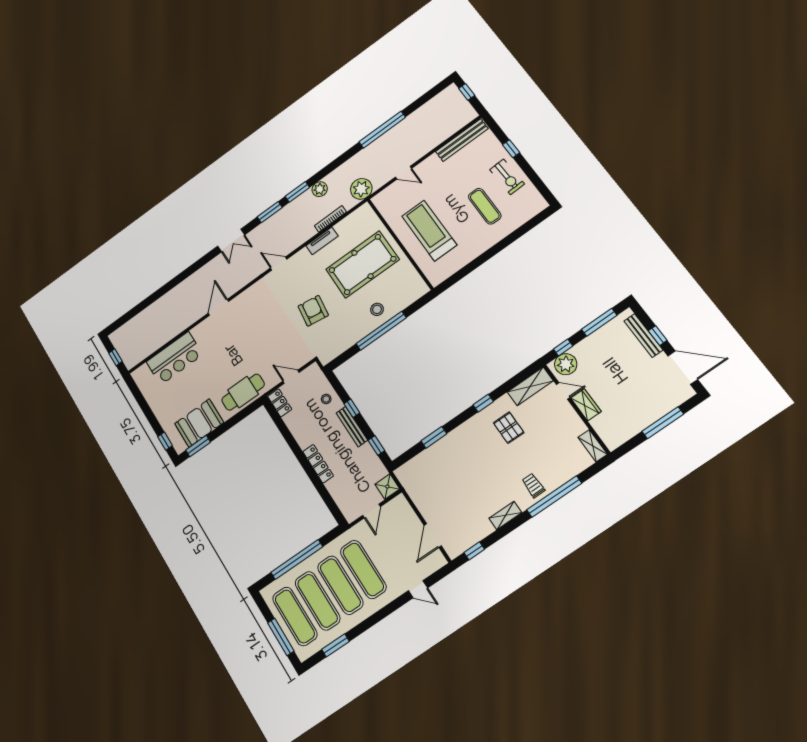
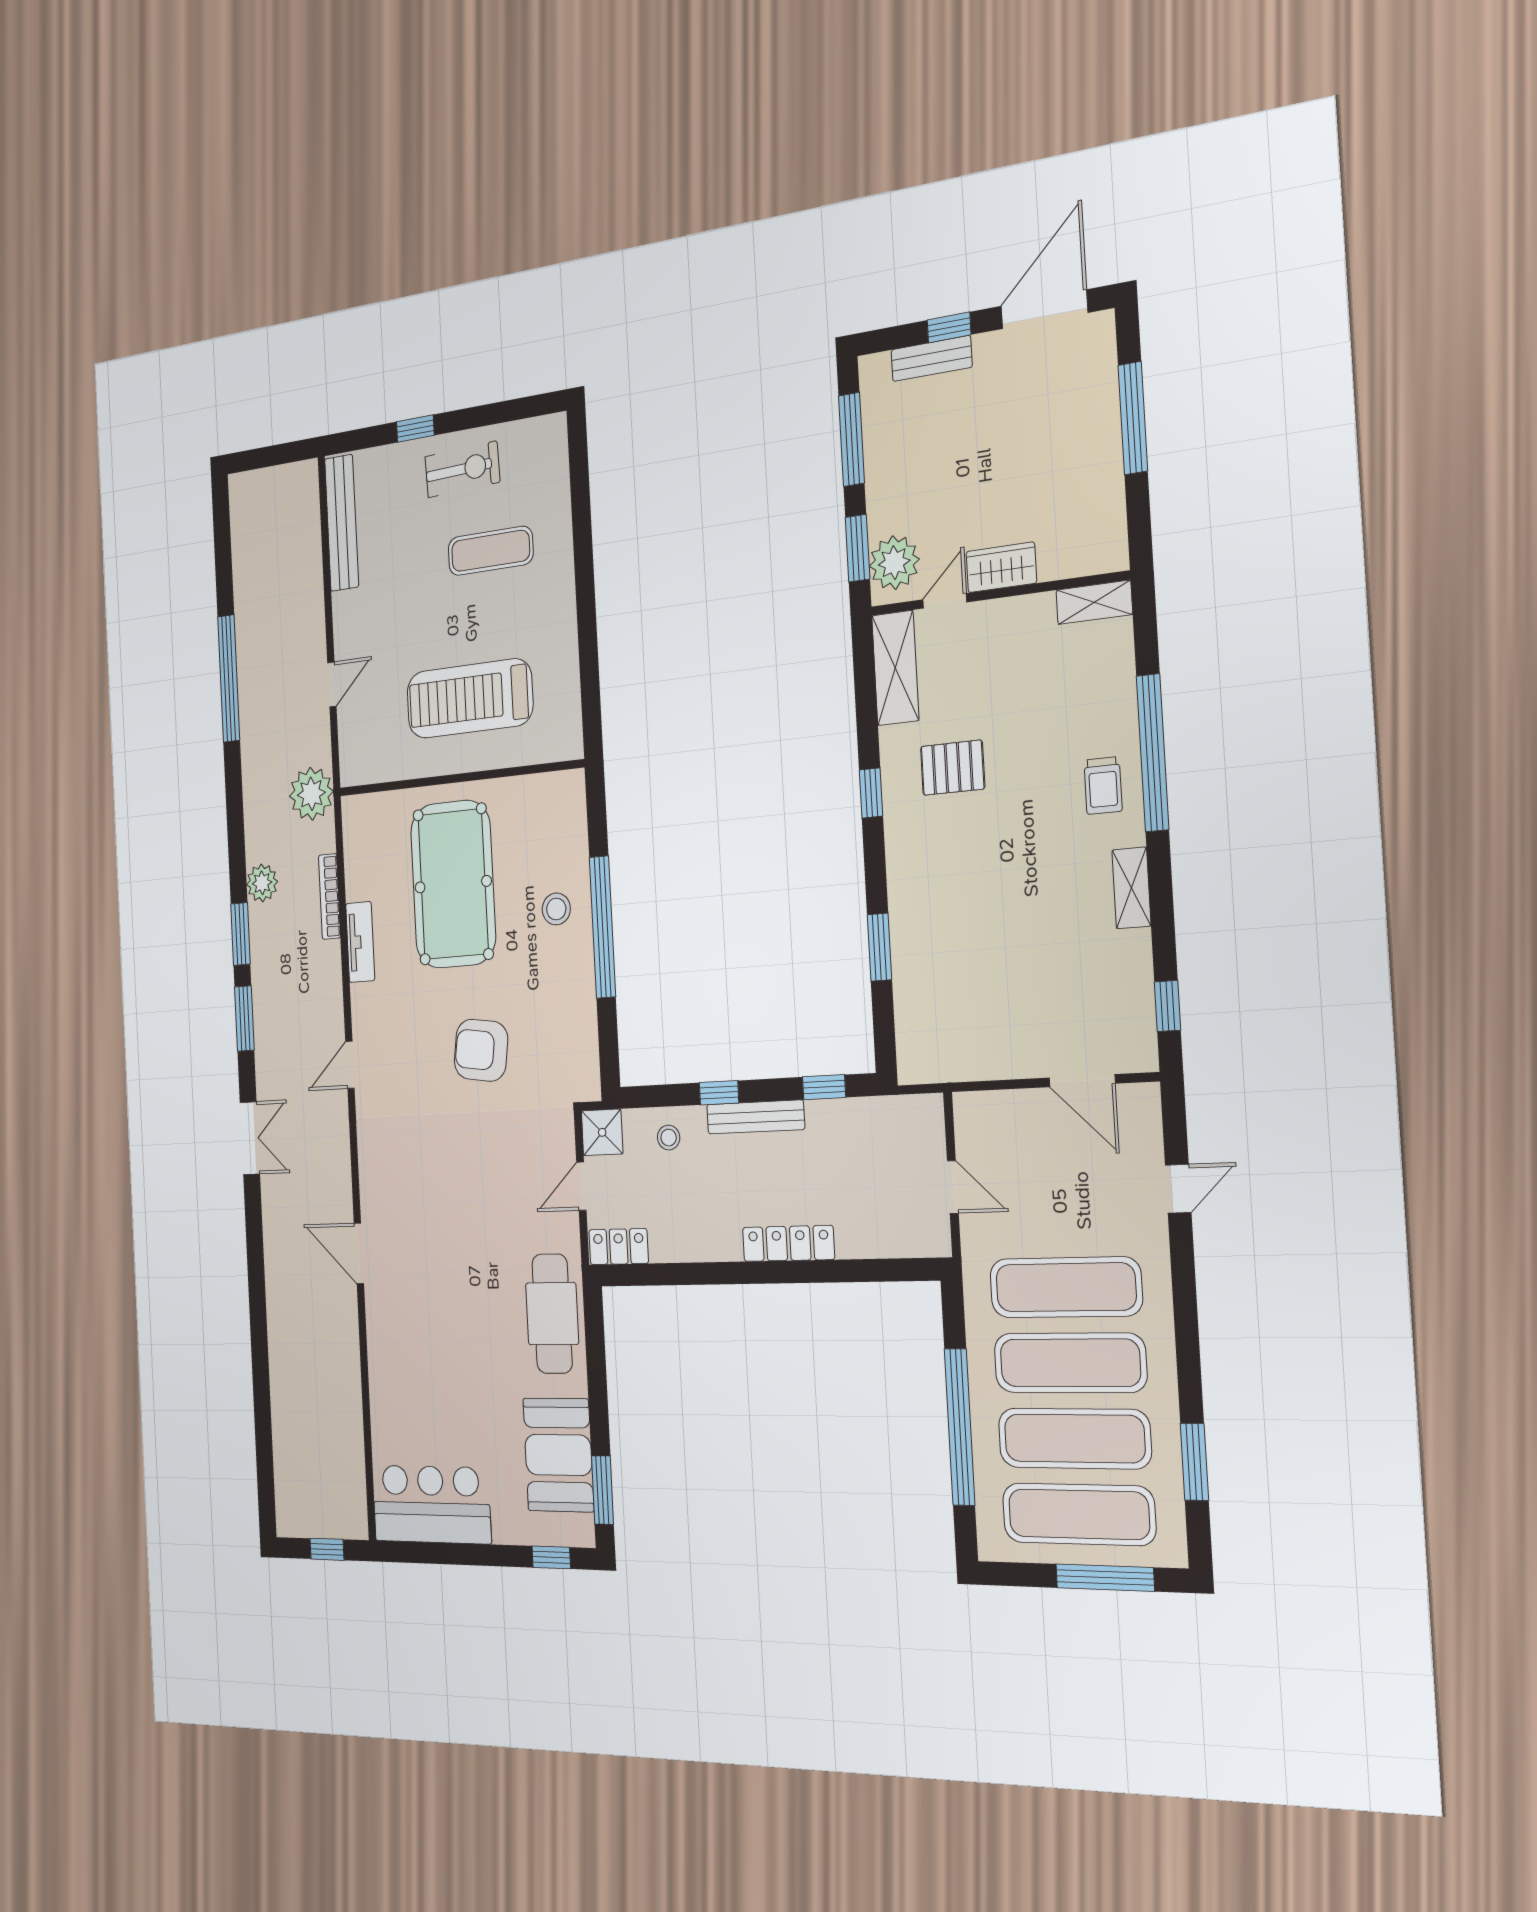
window: (467, 92) -> (261, 458), removed
bench: (643, 335) -> (931, 358), width x0.73
window: (563, 347) -> (858, 548), width x1.50
bar counter: (174, 358) -> (431, 1504), moved, turned -90
trolley: (533, 485) -> (1103, 786), turned -90
shower: (387, 487) -> (602, 1132), moved

